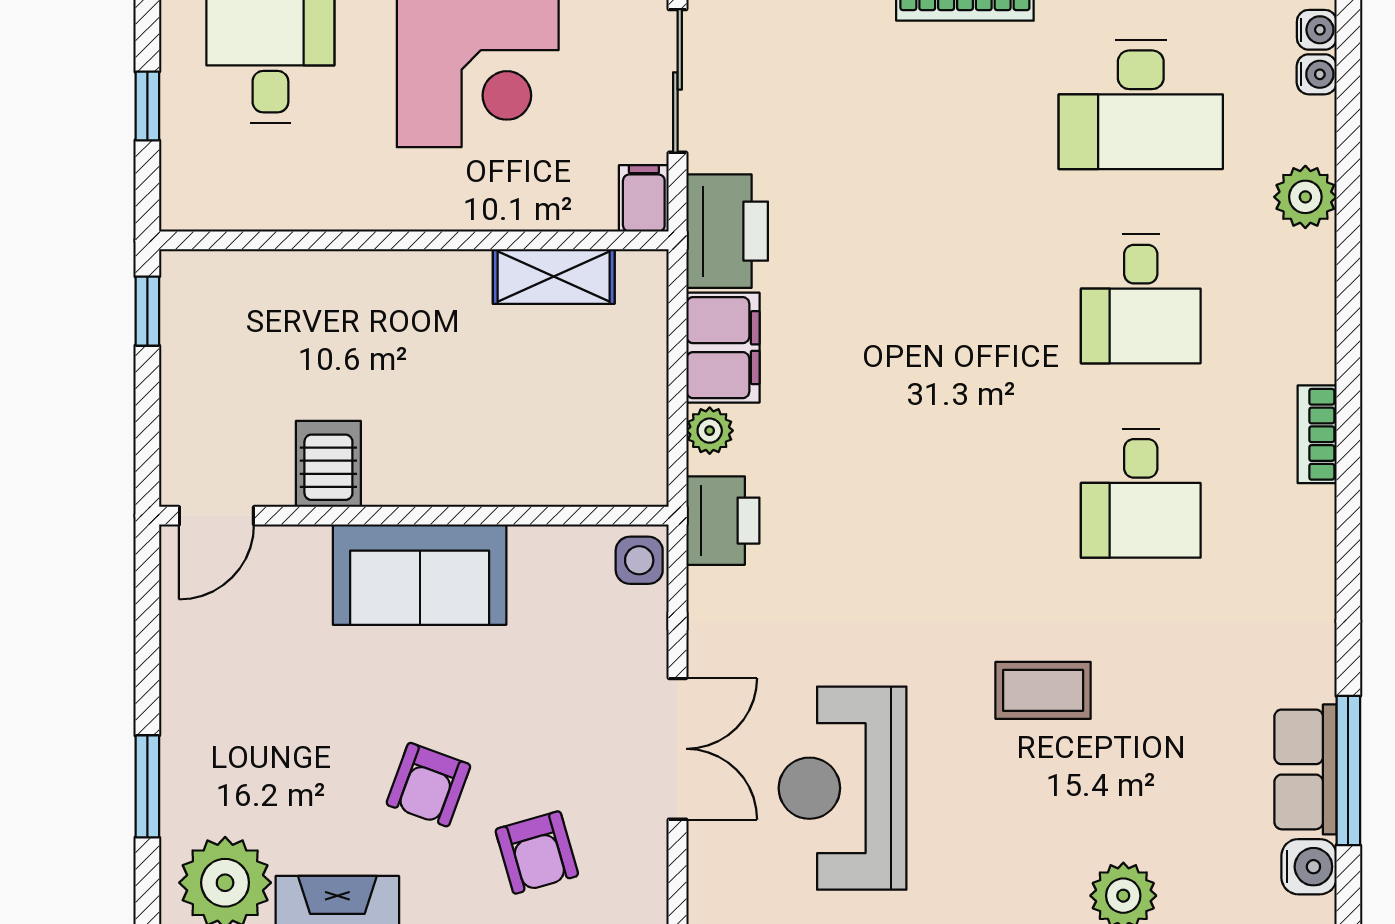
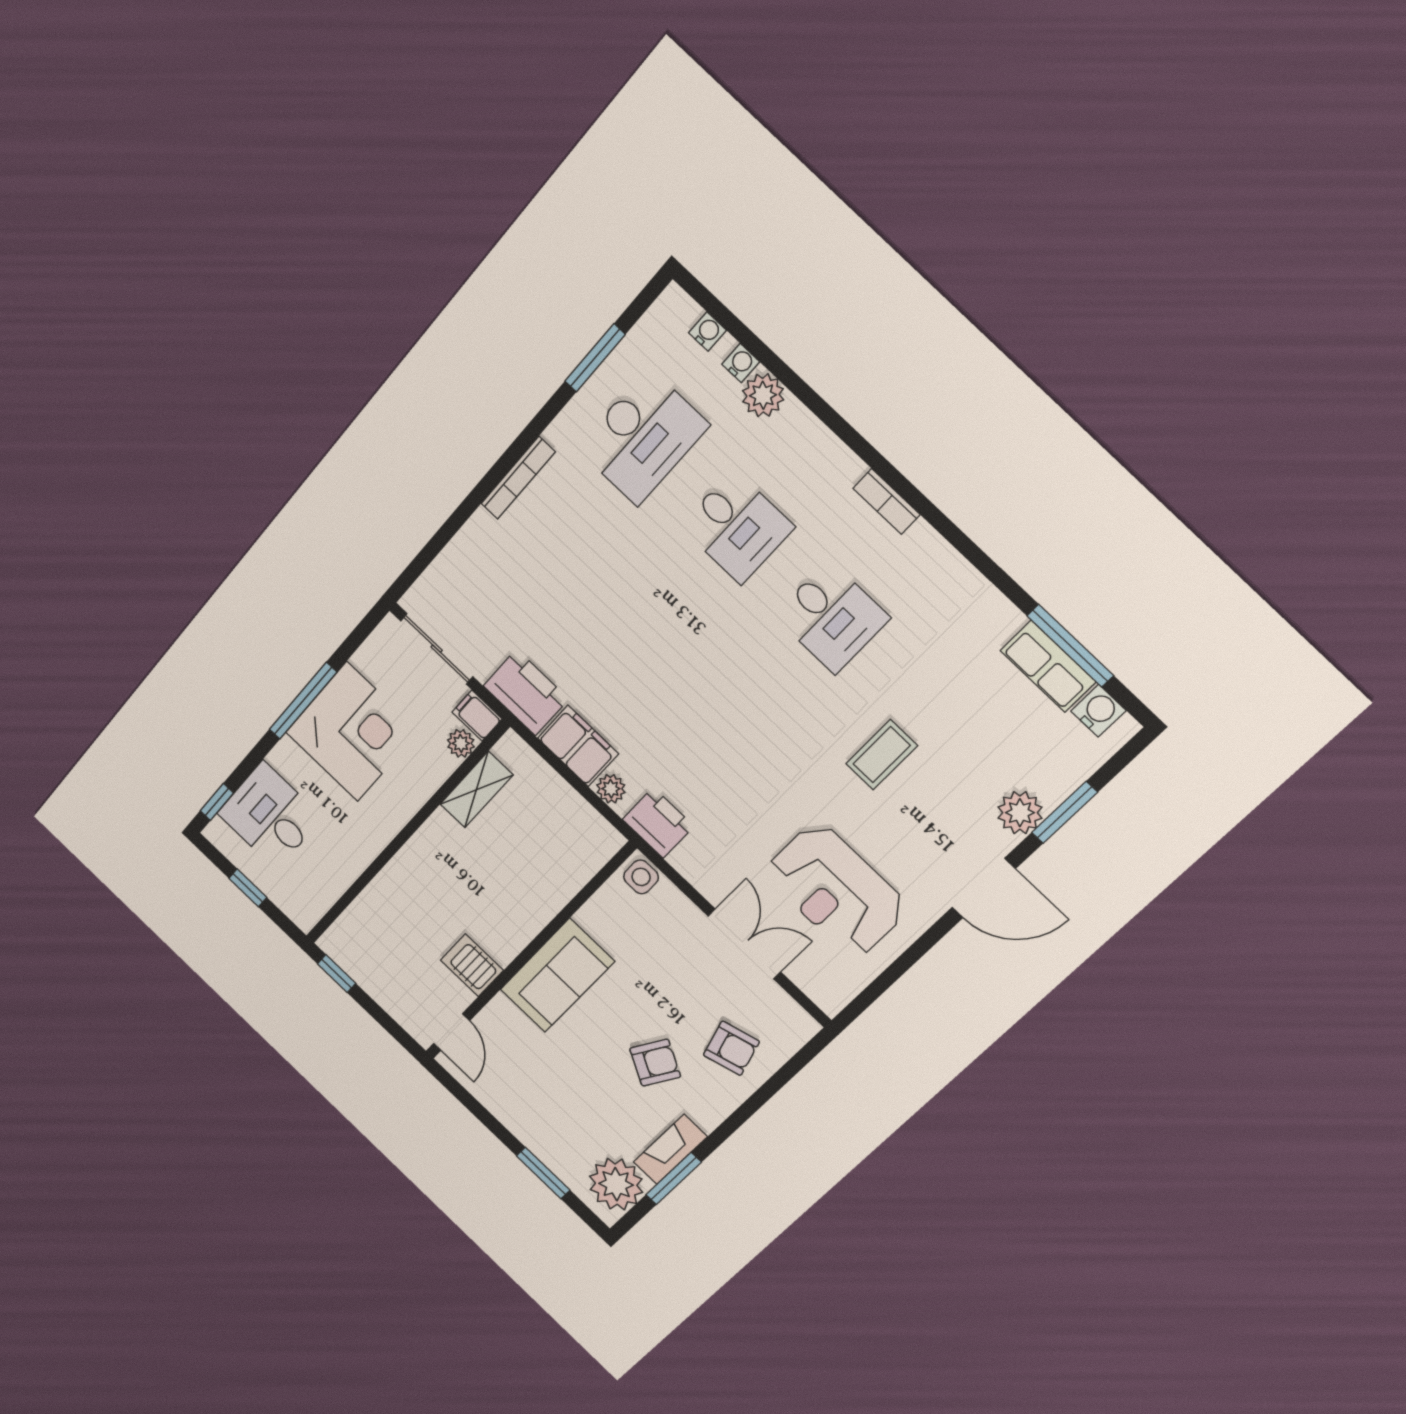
water cooler: (1317, 30) -> (741, 363), moved
plant: (592, 209) -> (461, 743), added
armchair: (428, 785) -> (655, 1063), turned -81

